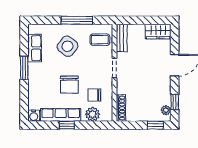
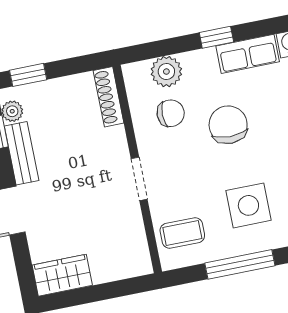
bench: (122, 38) -> (22, 153), moved
side table: (67, 46) -> (248, 205), turned -38
row of seats: (61, 115) -> (248, 54), width x0.68

